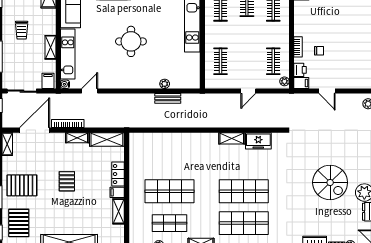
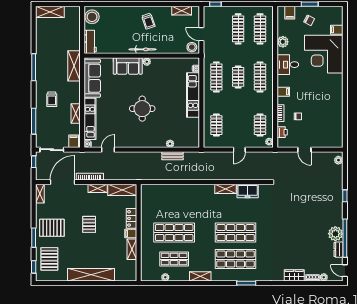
filing cabinet: (301, 83) -> (283, 92), moved
spiral stairs: (330, 182) -> (307, 225), removed

